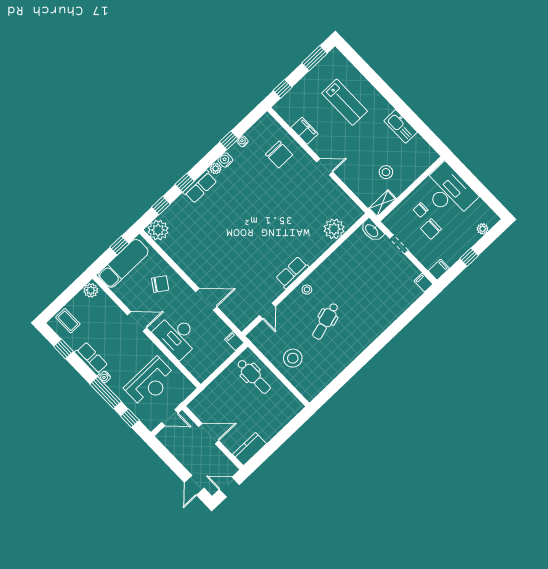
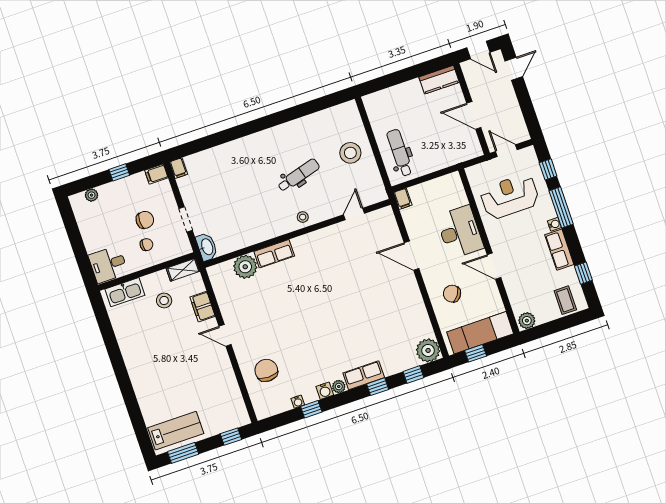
lab bench: (345, 102) -> (176, 431), moved, turned 90
kitchen sink: (401, 126) -> (125, 292), moved, turned 90
filing cabinet: (305, 131) -> (203, 307), moved
desk: (449, 192) -> (108, 264), width x0.53, depth x0.77
row of seats: (292, 273) -> (274, 254), moved

